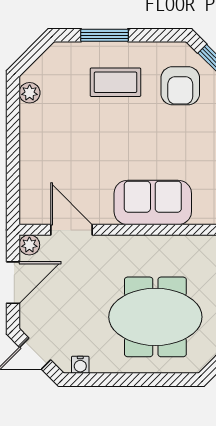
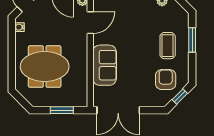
armchair: (180, 86) -> (166, 80), turned 90
meeting table: (155, 317) -> (45, 67), turned 90

